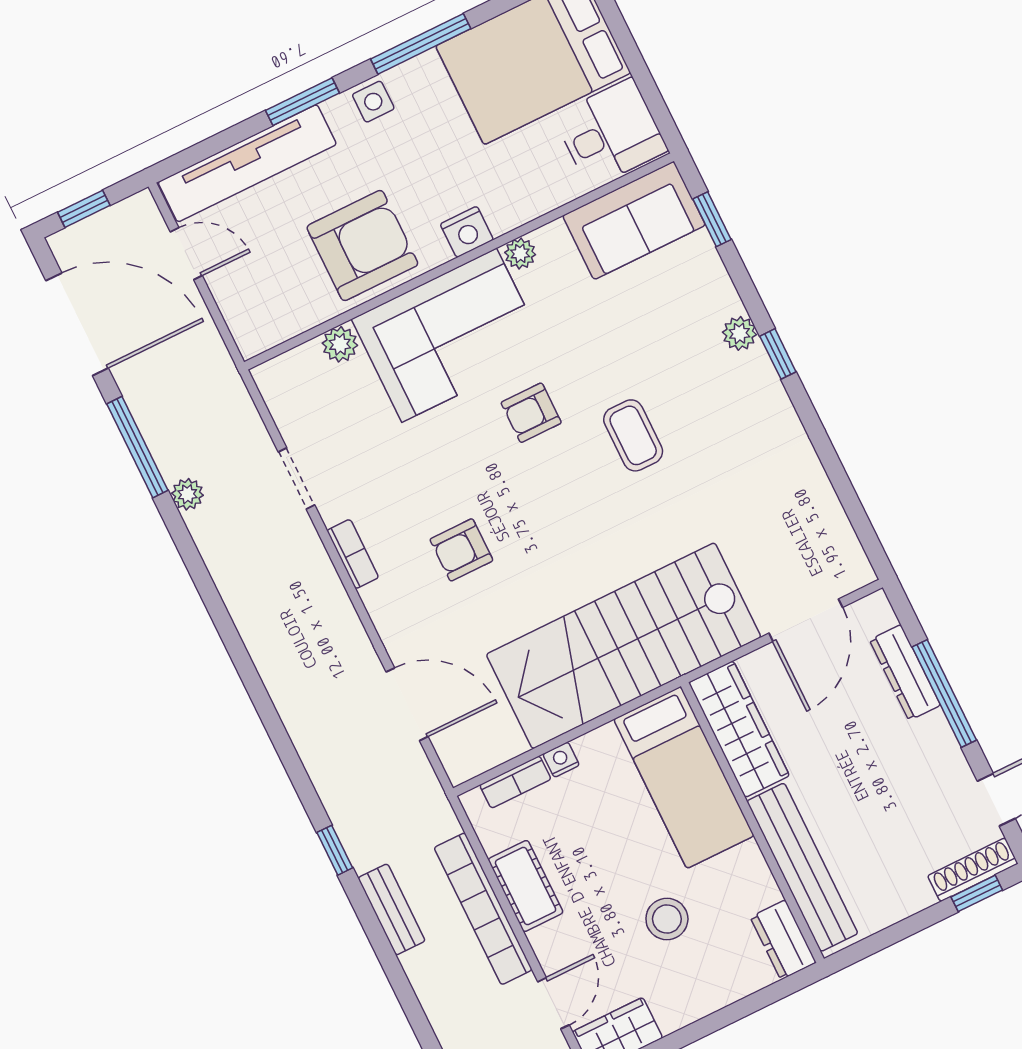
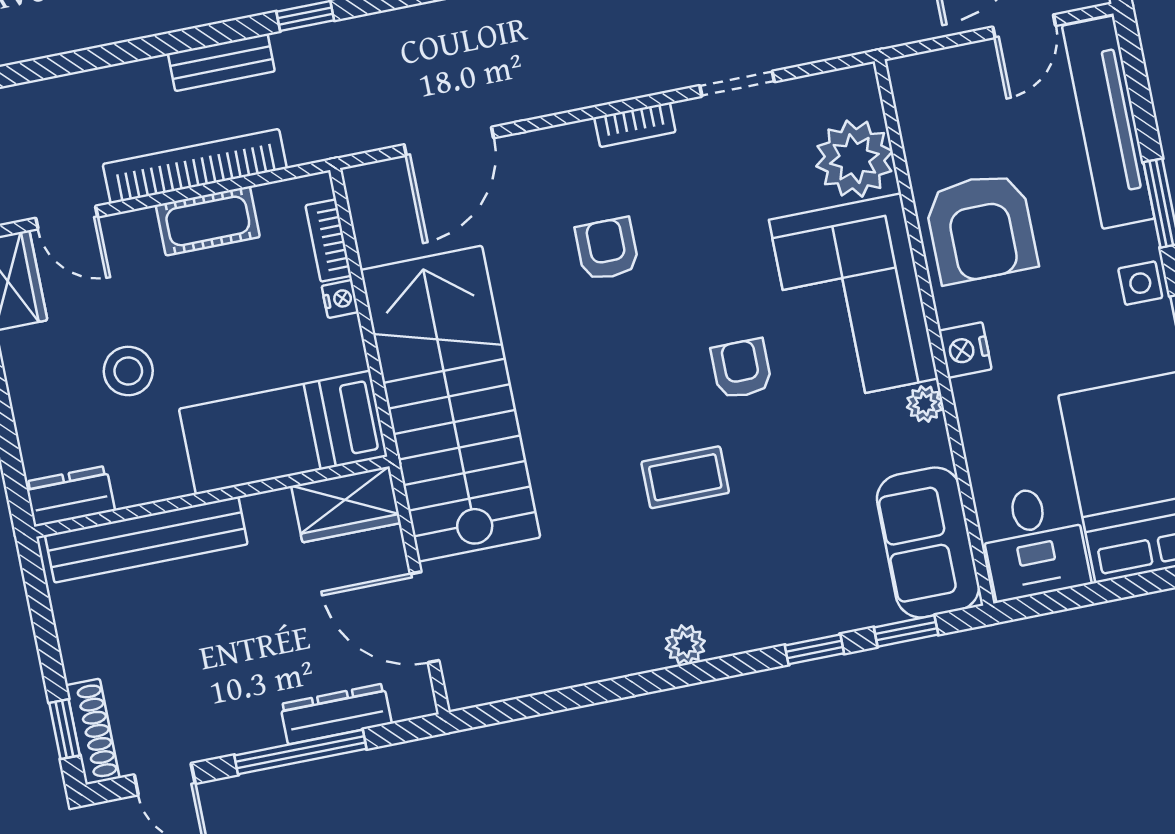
plant: (740, 333) -> (685, 645), moved
plant: (340, 344) -> (854, 159), width x1.88, depth x1.88
window: (778, 354) -> (814, 649), moved
wardrobe: (739, 729) -> (346, 504), width x0.67

